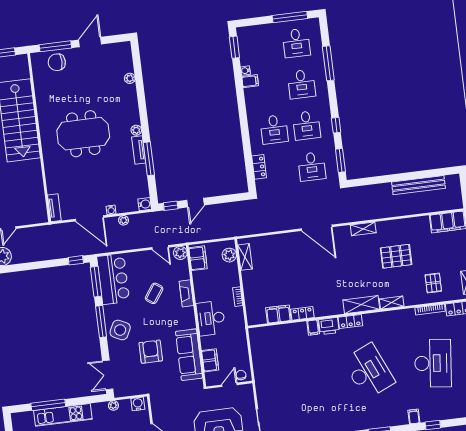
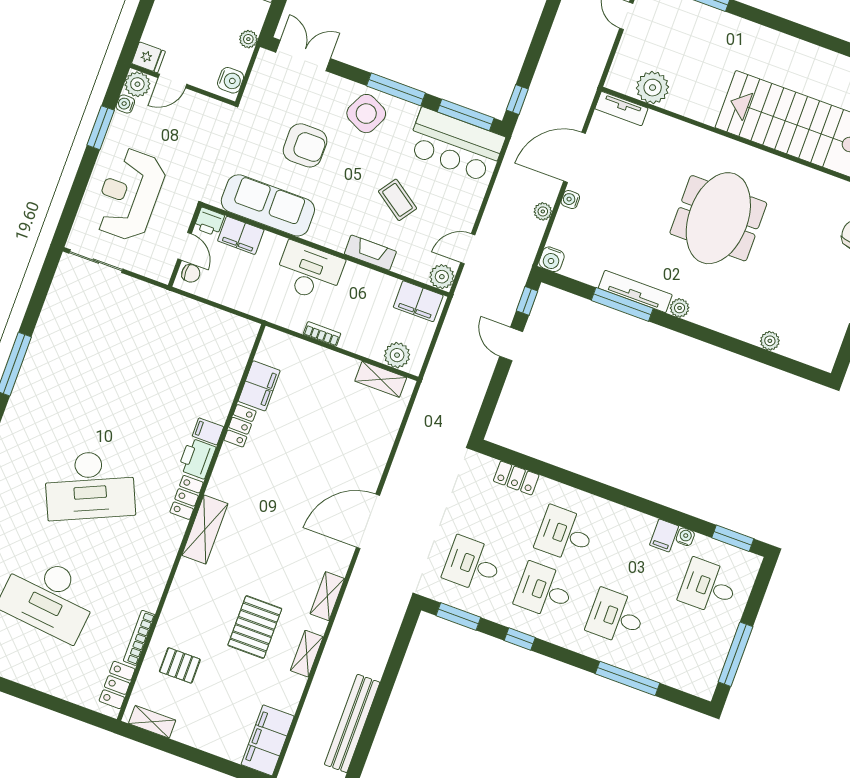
desk: (296, 43) -> (708, 587), moved
tv unit: (139, 150) -> (635, 291), width x1.41
plant: (36, 198) -> (653, 88), added
shelving: (392, 303) -> (307, 654), moved
printer: (211, 379) -> (209, 222), added

